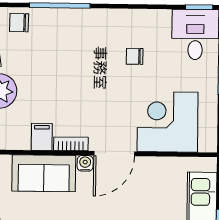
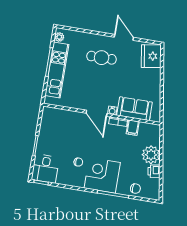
corner desk: (168, 122) -> (102, 175), moved, turned 180
door: (114, 154) -> (96, 113), swing flipped

